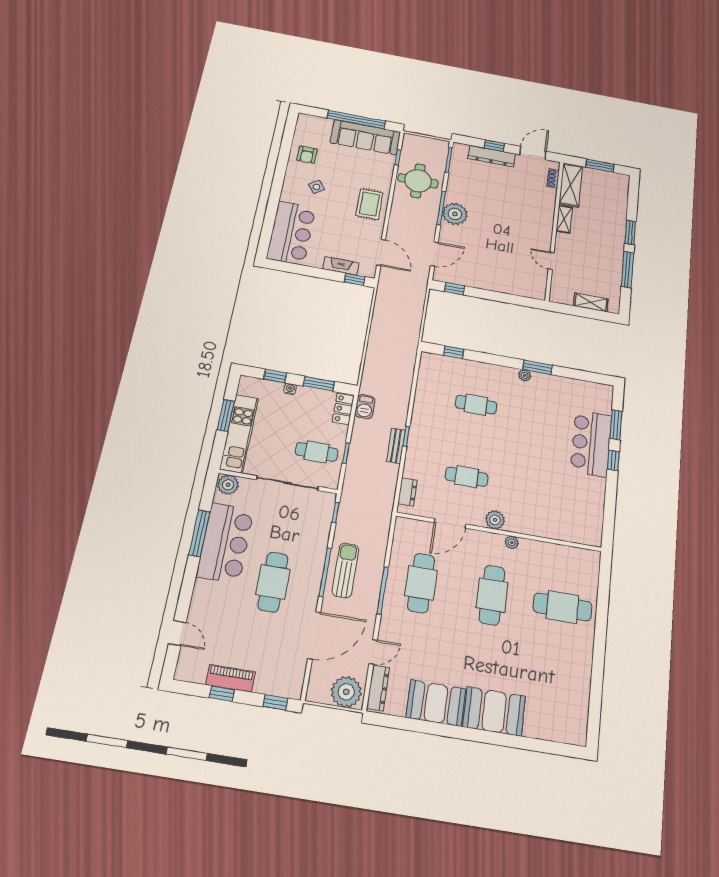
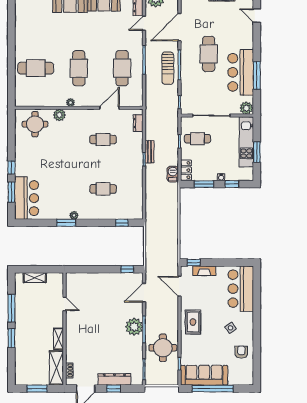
bar counter: (591, 443) -> (27, 198), moved
round table: (571, 519) -> (35, 124), added
plant: (495, 520) -> (59, 115), moved

